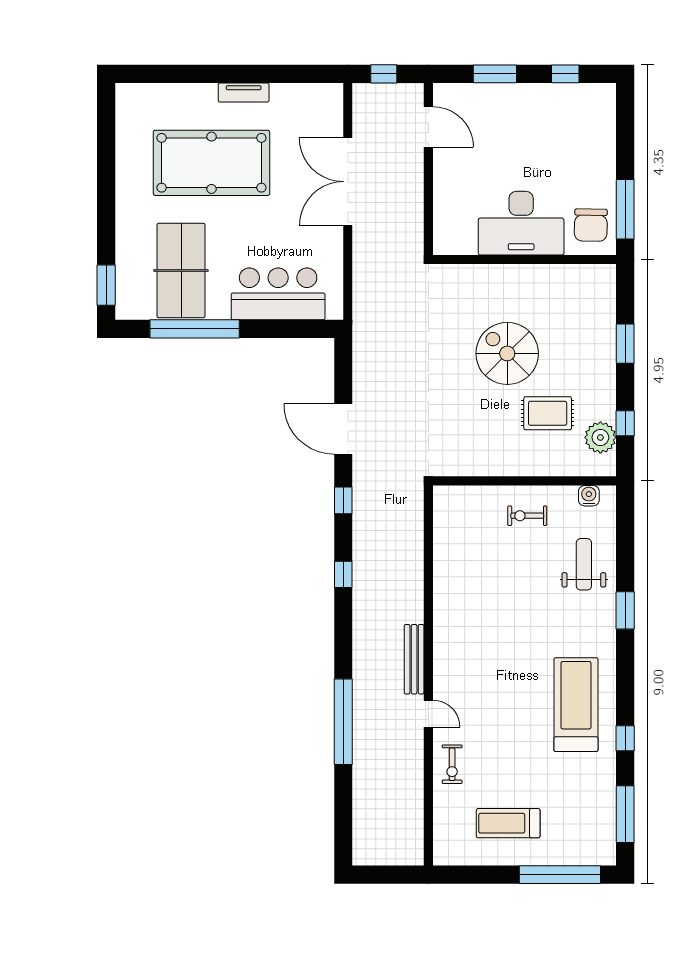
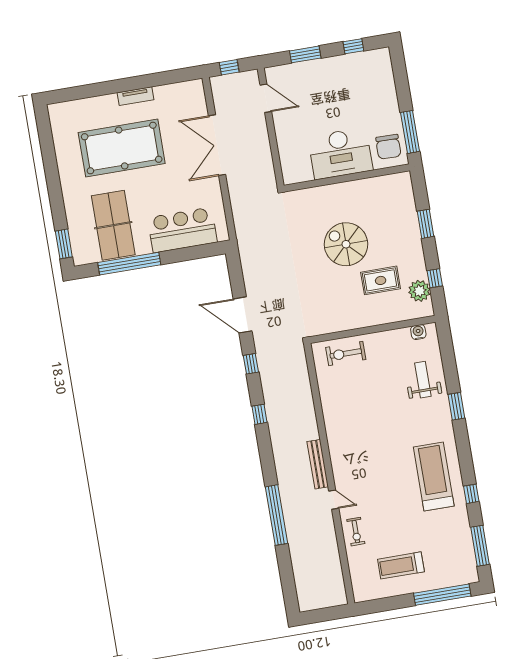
exercise bike: (527, 516) -> (346, 353), moved, width x1.38, depth x1.39

